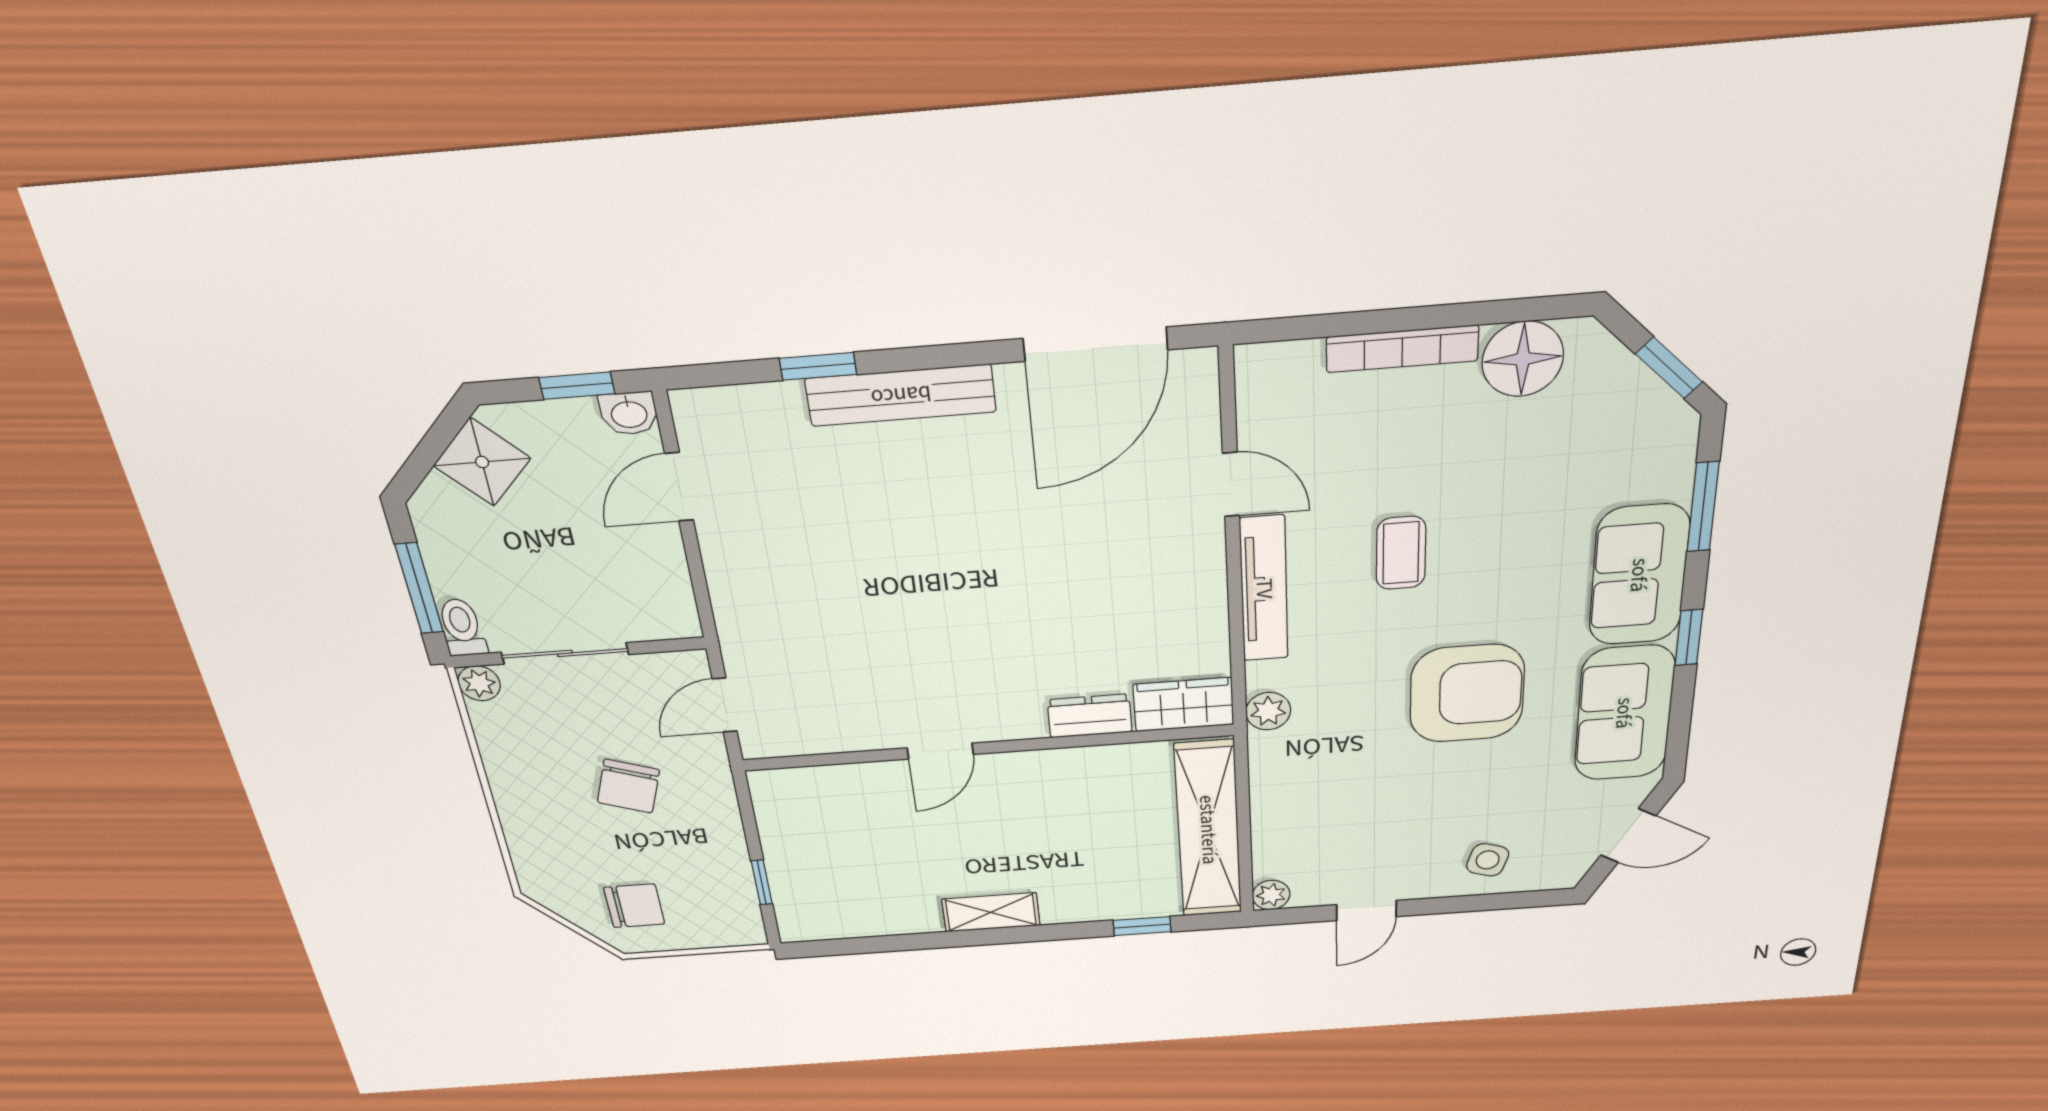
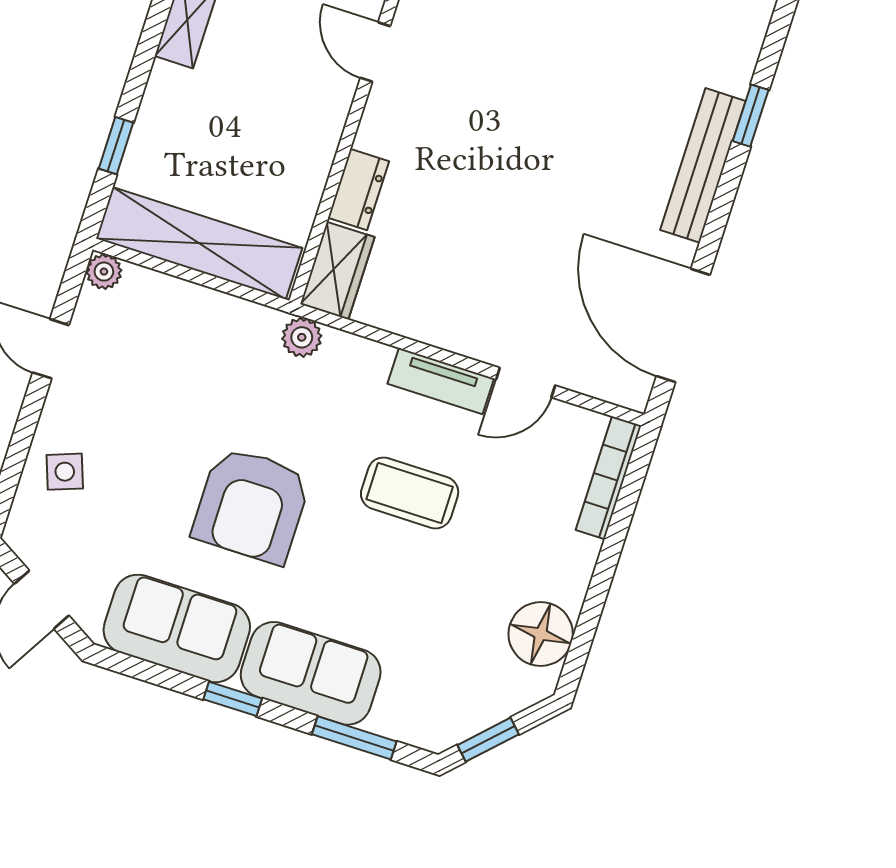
bookcase: (1402, 349) -> (608, 478), moved
coffee table: (1401, 553) -> (410, 493), width x1.36, depth x1.30
tv unit: (1264, 589) -> (441, 381), width x0.71
side table: (1488, 860) -> (65, 472), turned -38

